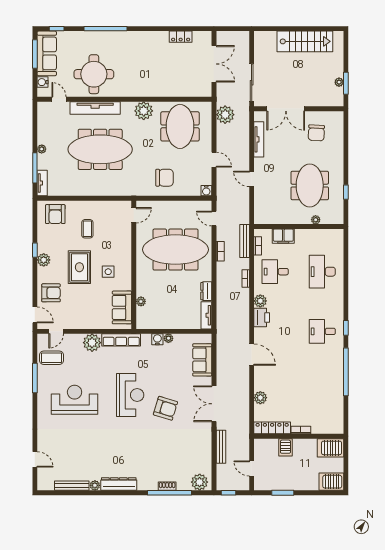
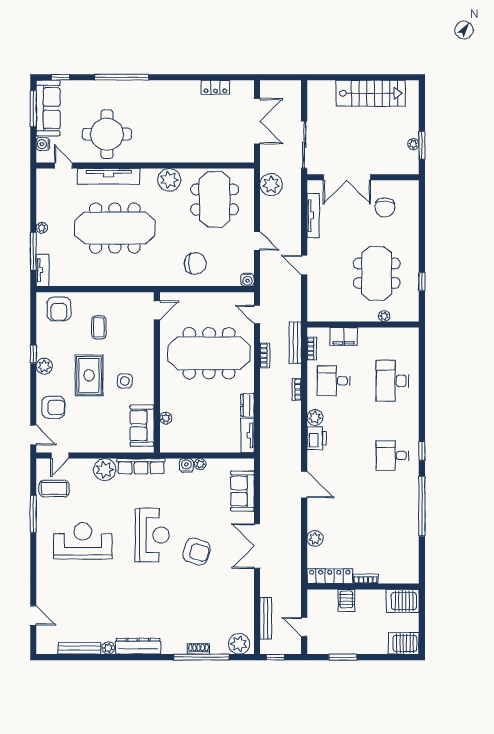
bench: (221, 447) -> (266, 618), moved

